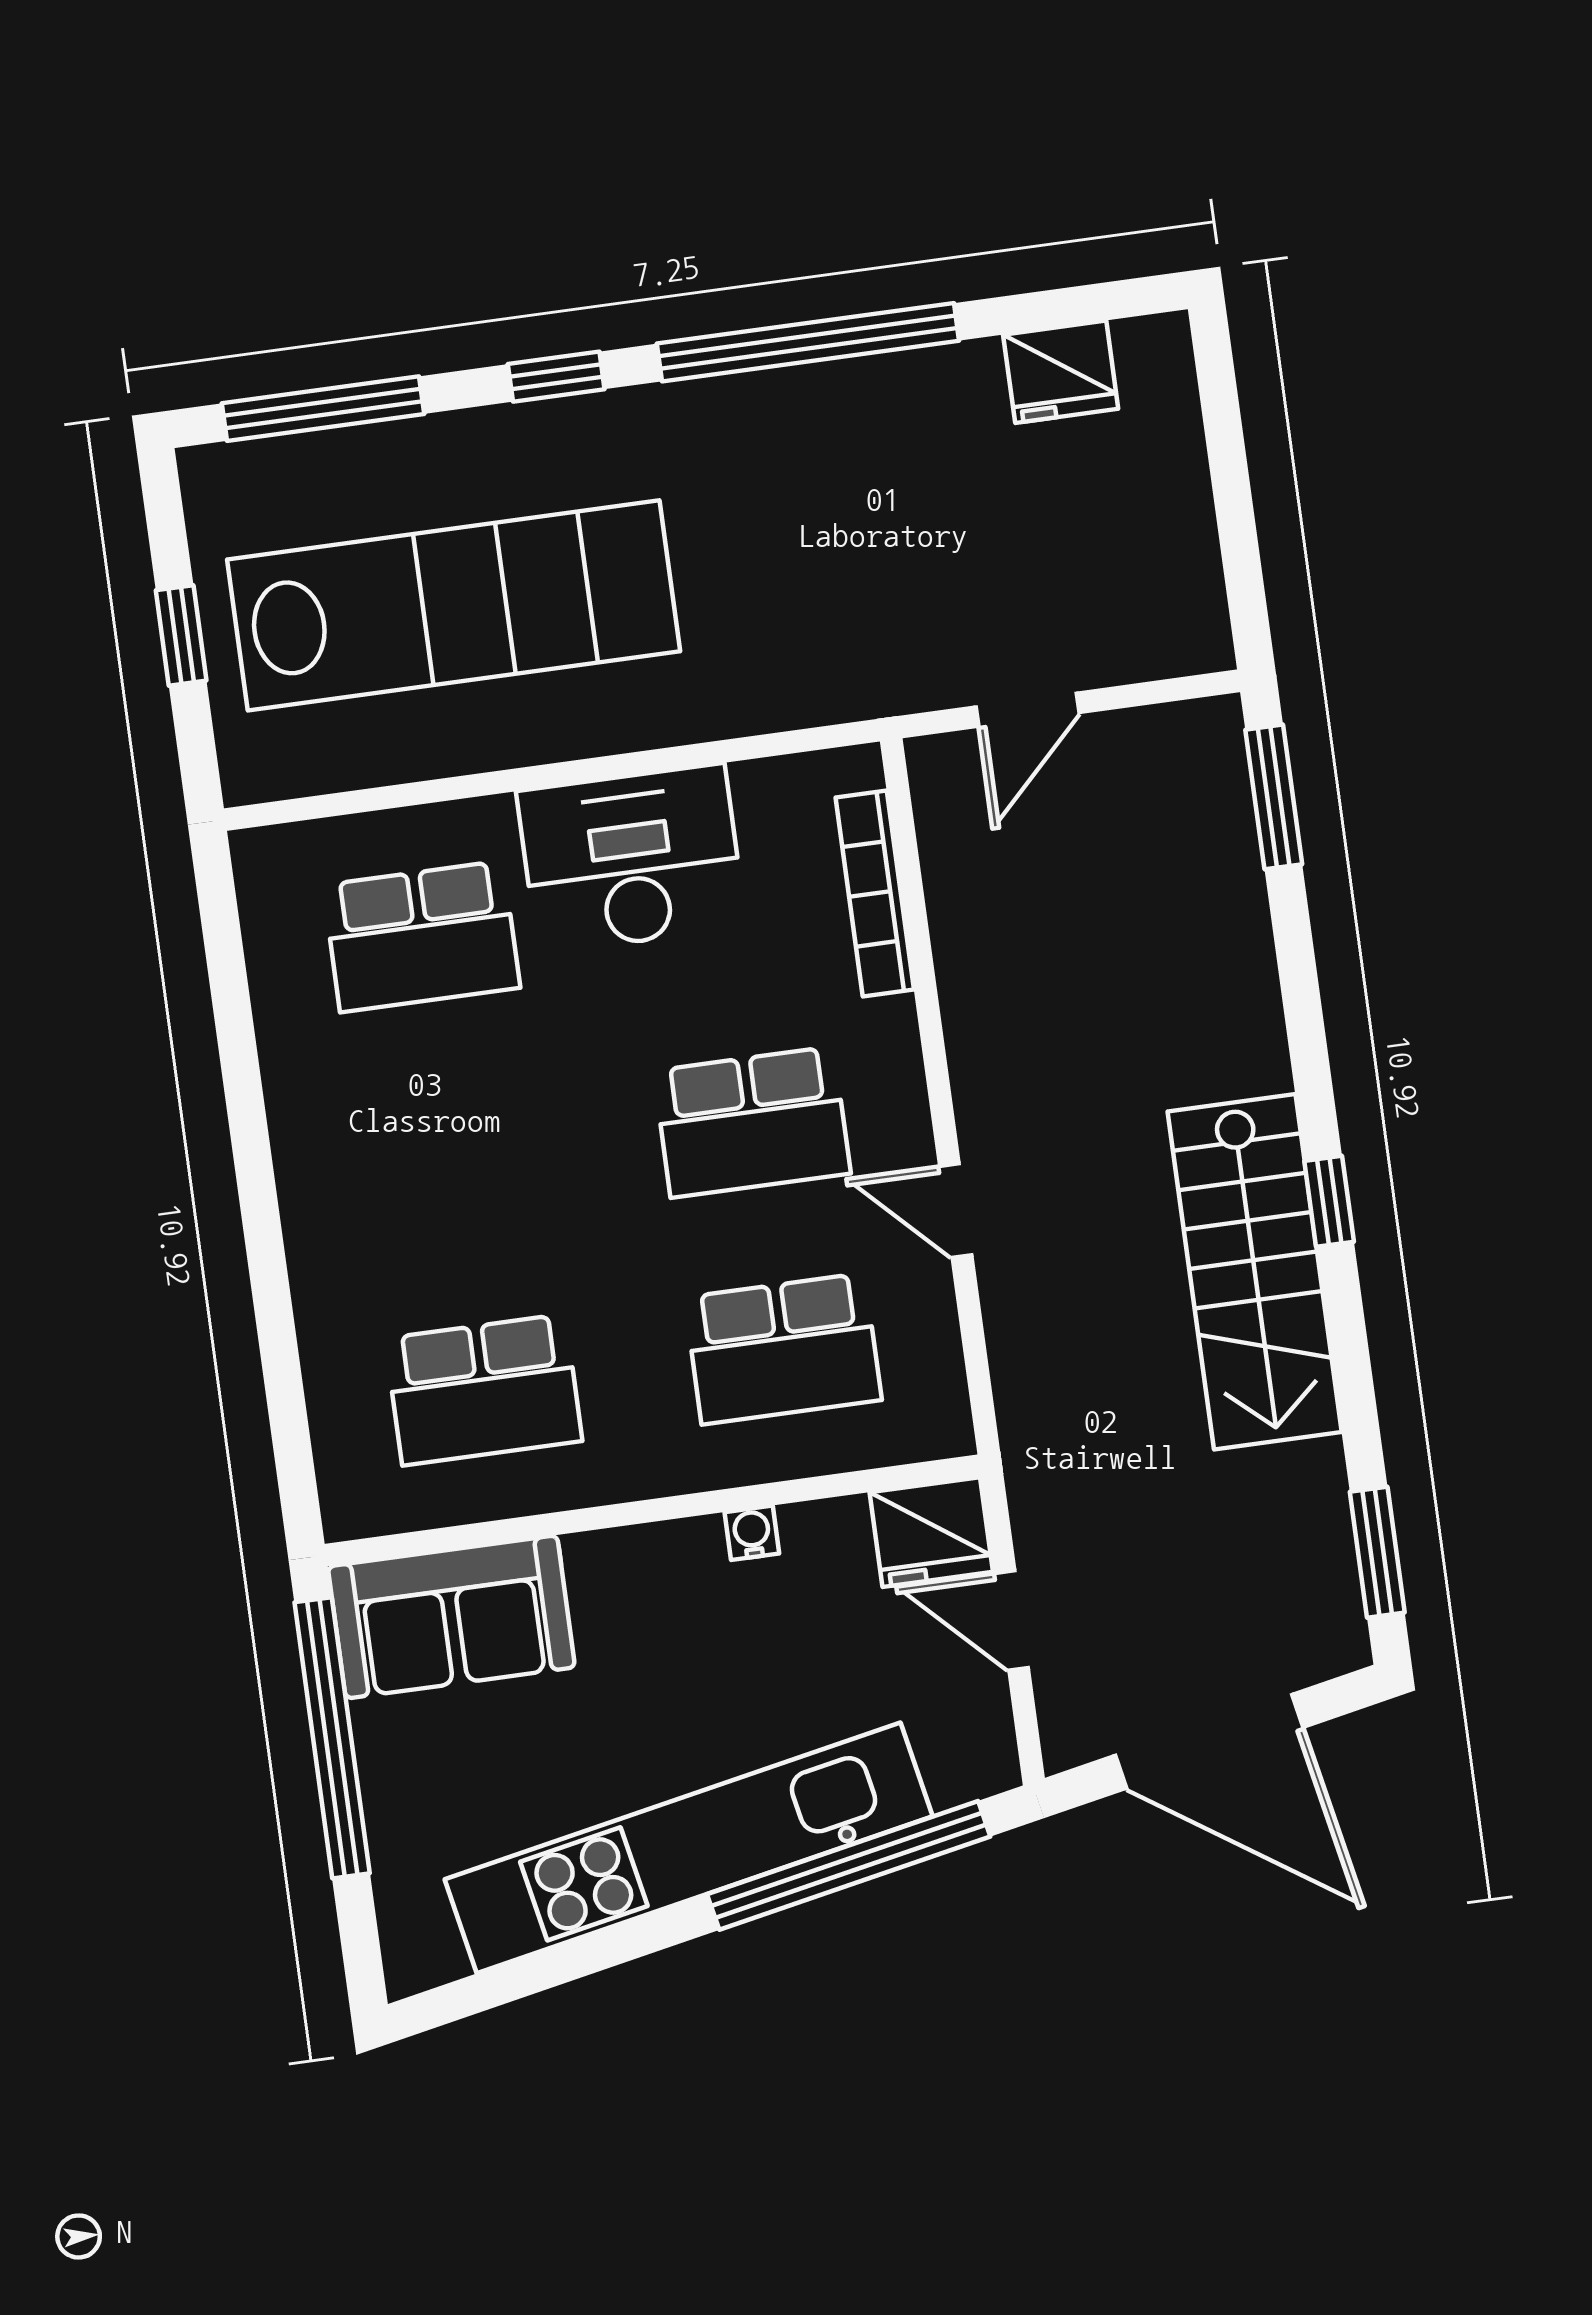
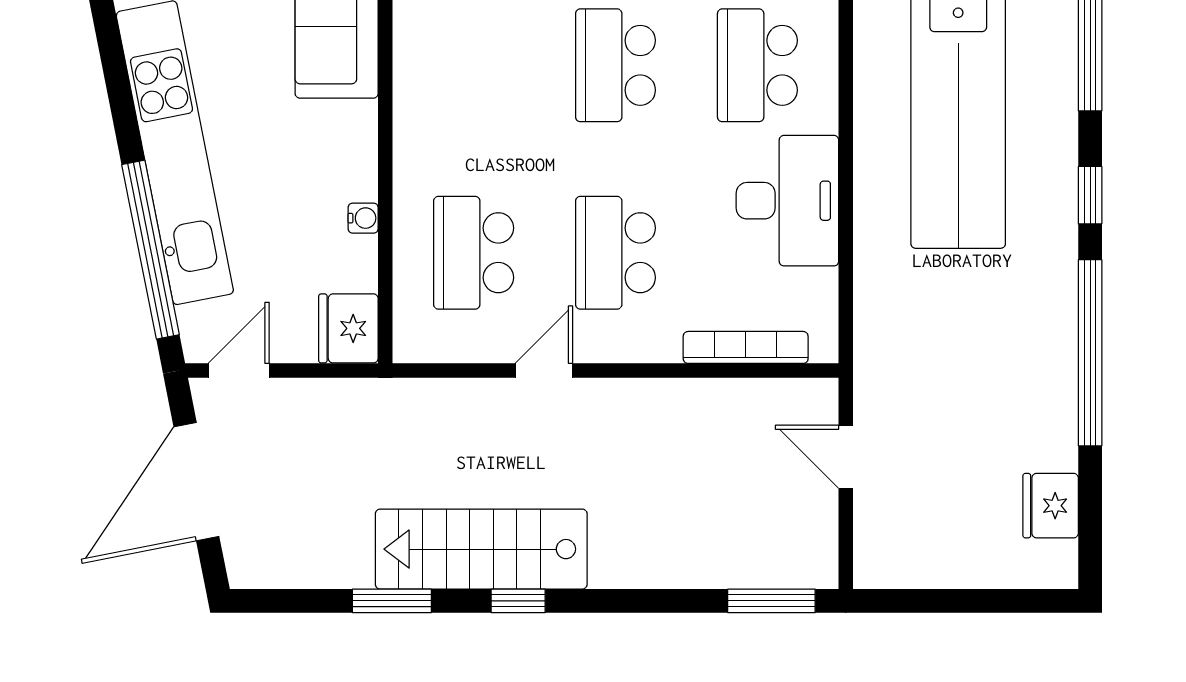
school desk: (484, 1390) -> (615, 65), moved
window: (1377, 1552) -> (392, 601), moved
door: (1012, 1621) -> (239, 370), moved

